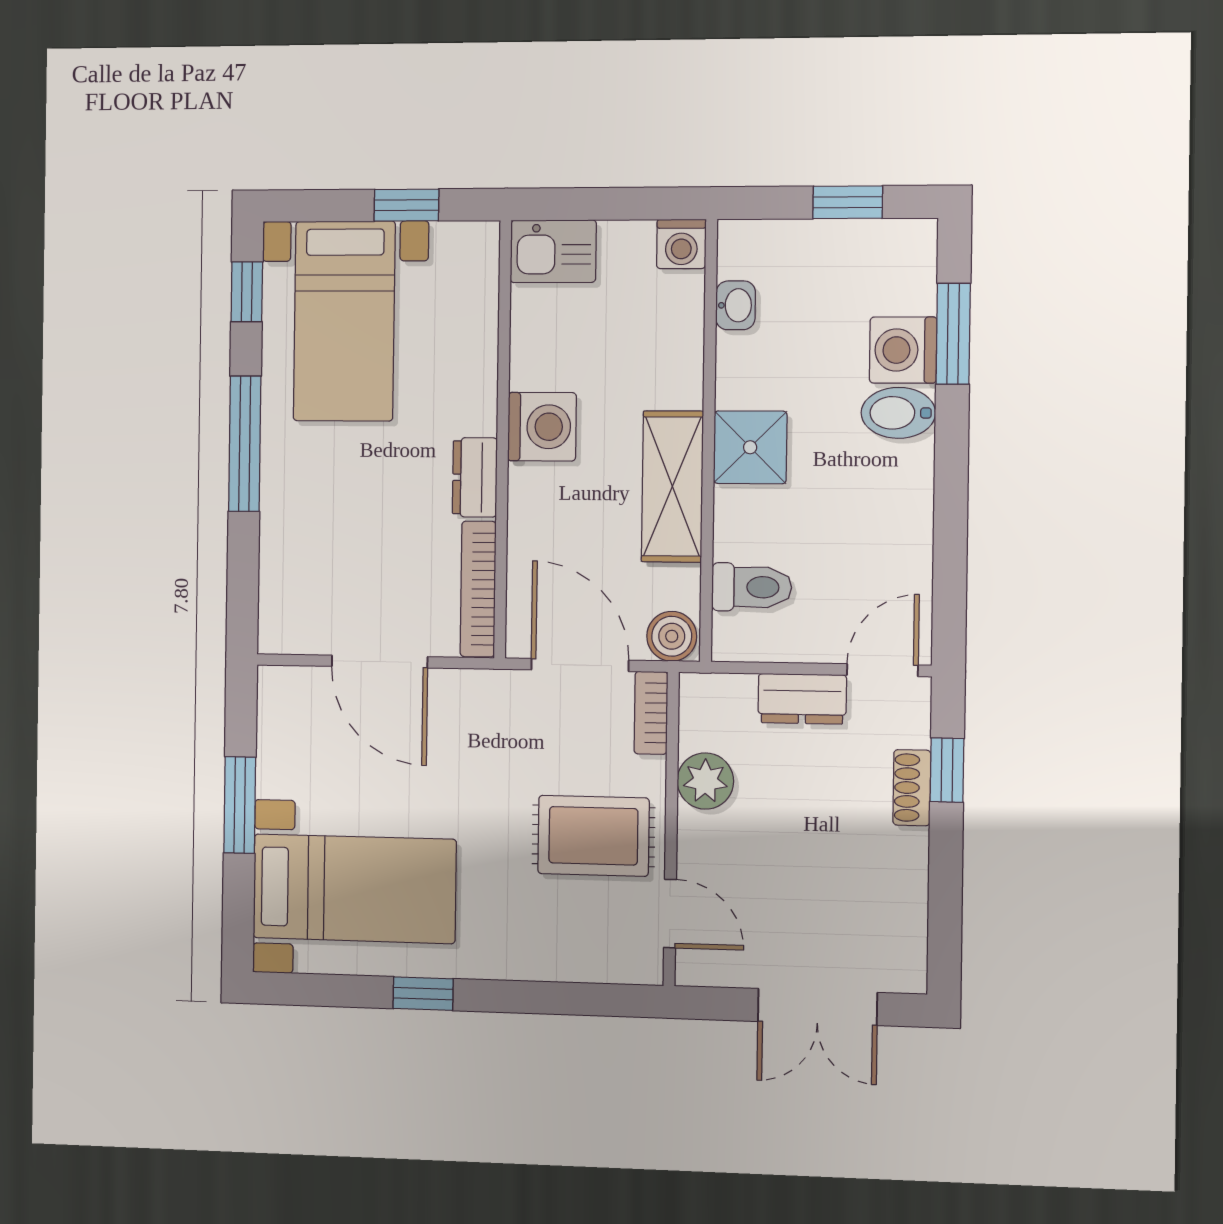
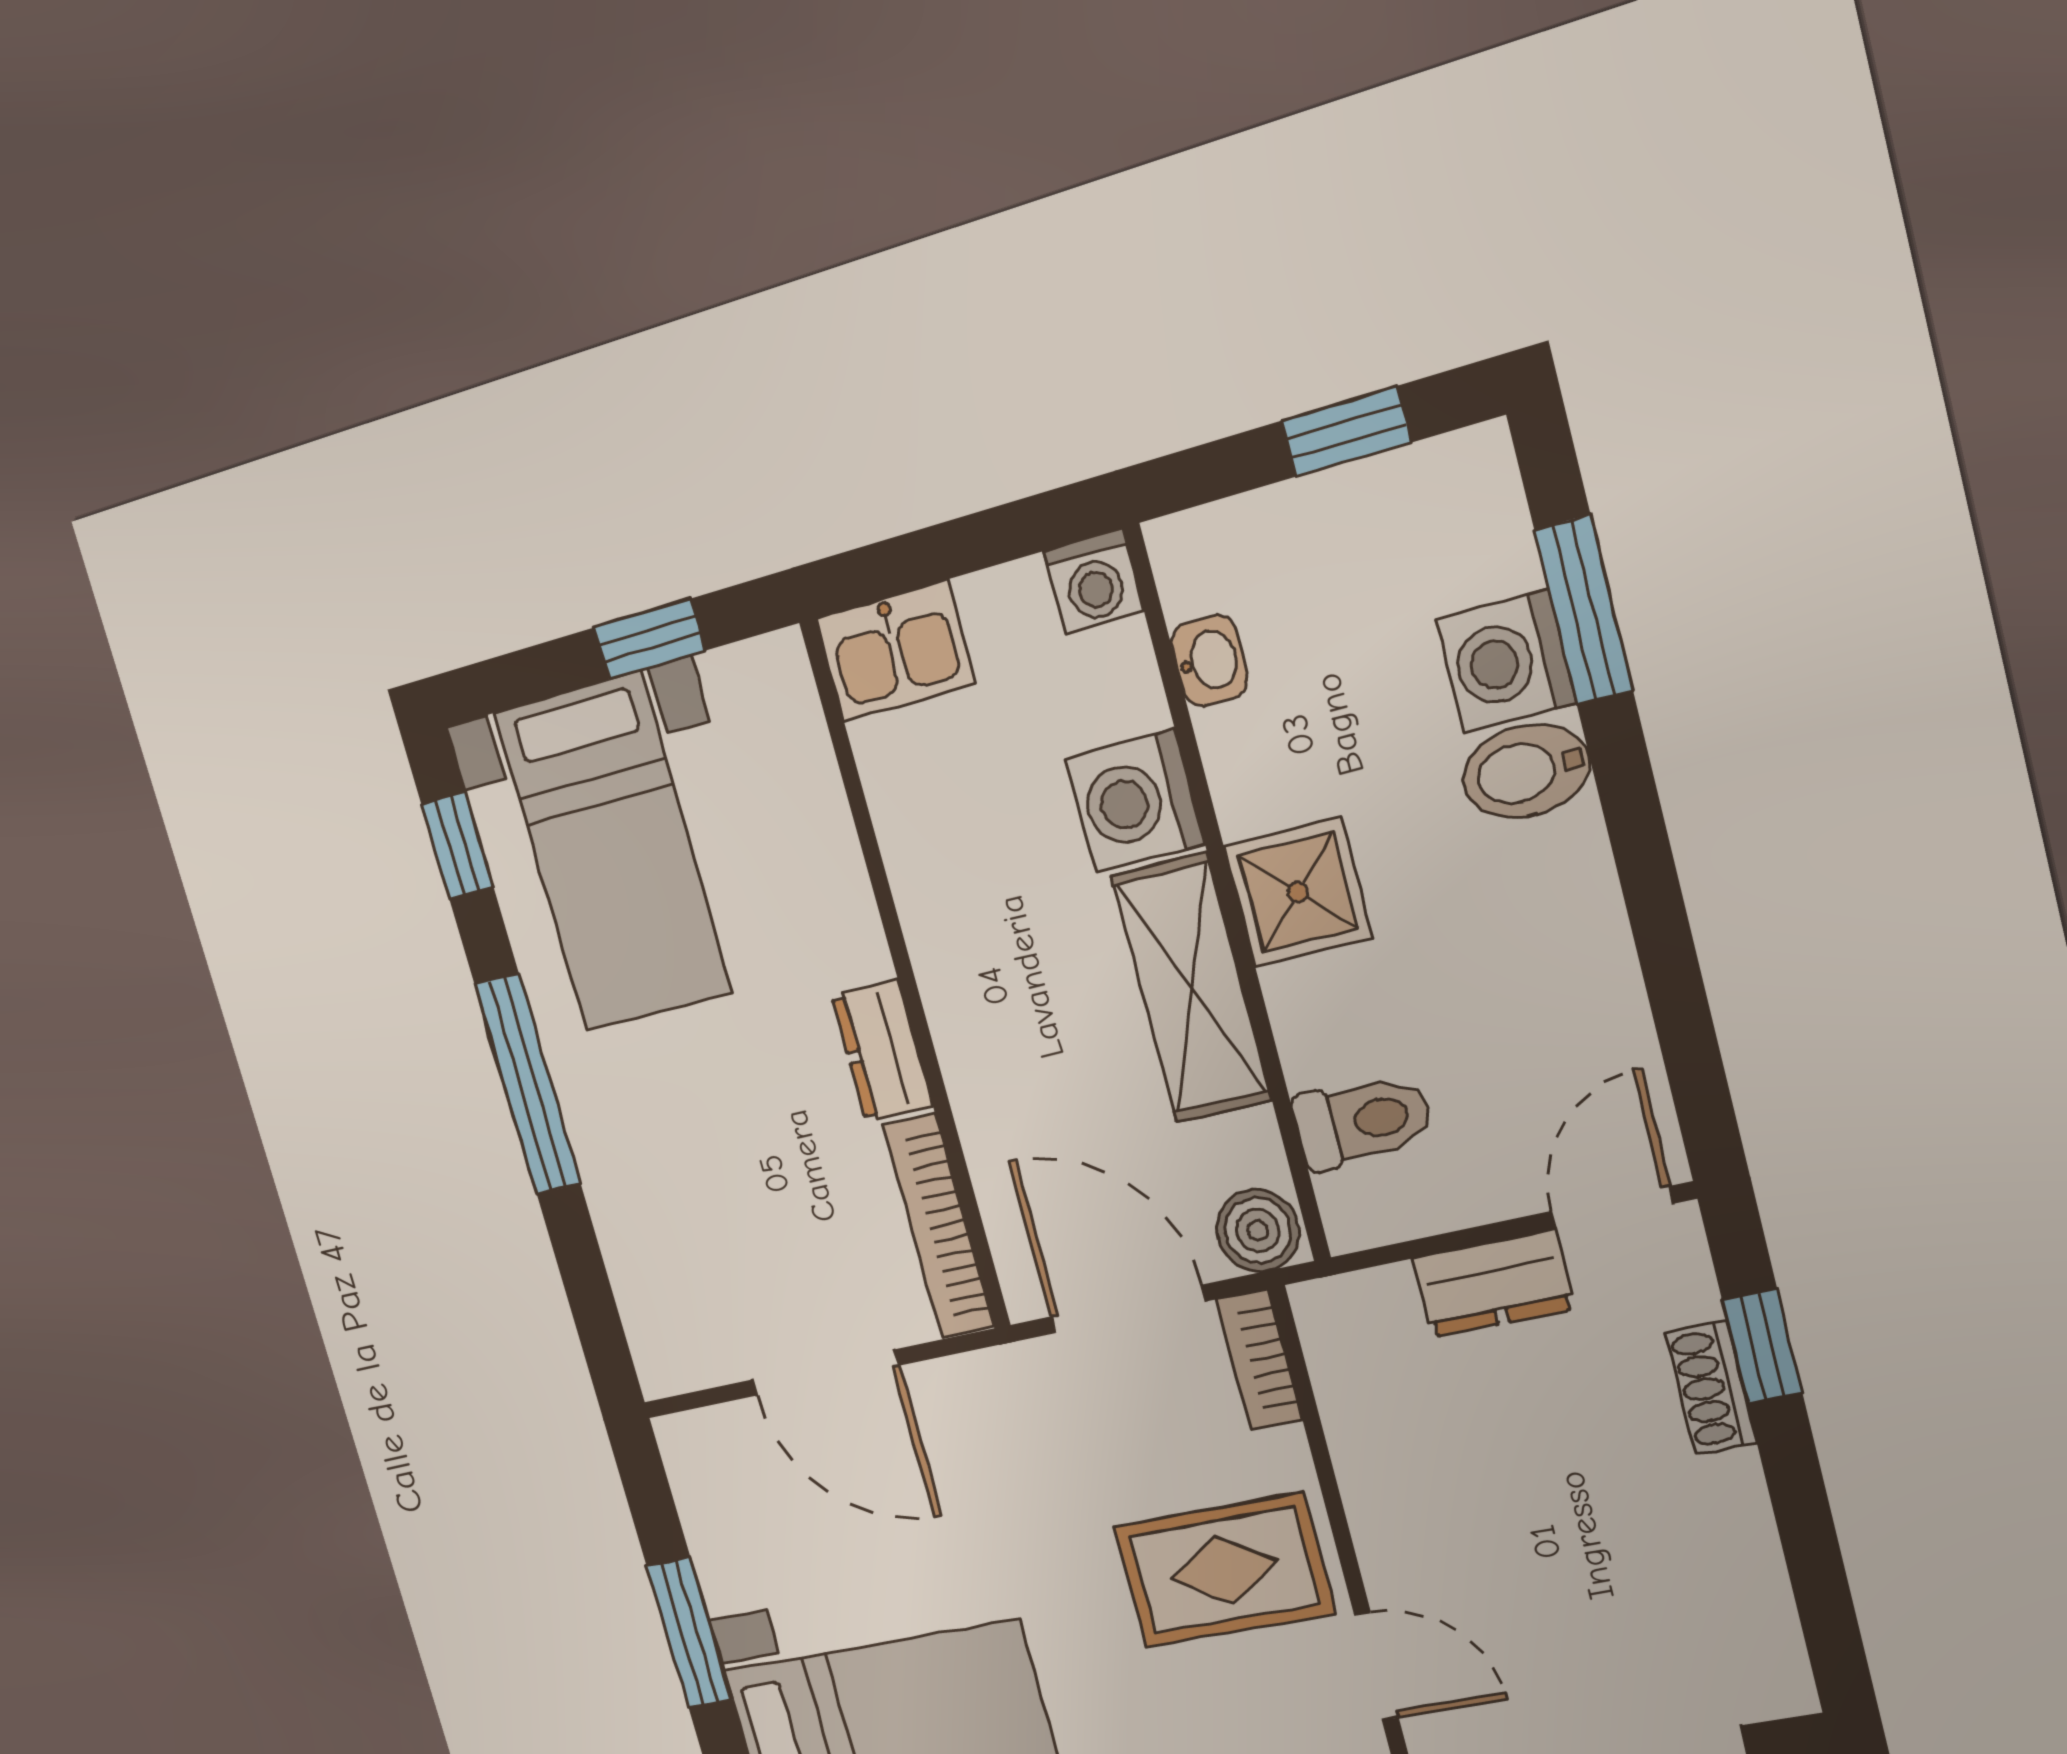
washing machine: (542, 427) -> (1135, 801), moved, turned 180
plant: (705, 781) -> (1375, 1448), removed

